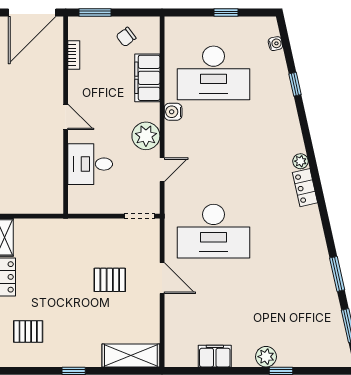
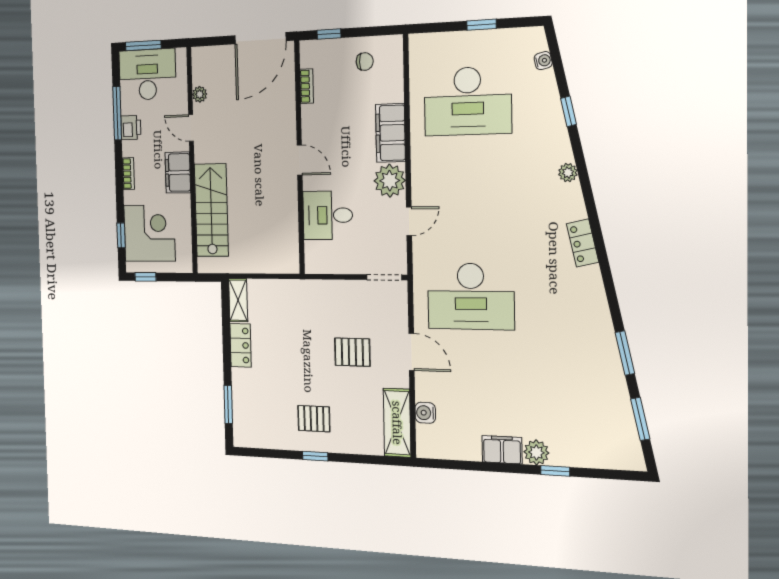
window: (95, 12) -> (329, 34), width x0.67
chair: (126, 37) -> (365, 62), turned -143
filing cabinet: (147, 78) -> (390, 133), moved
water cooler: (173, 112) -> (425, 413), moved
plant: (300, 161) -> (568, 173), moved
pallet: (28, 331) -> (314, 419), moved
shelving: (131, 355) -> (397, 423), moved, turned 90
filing cabinet: (215, 356) -> (502, 450), moved

